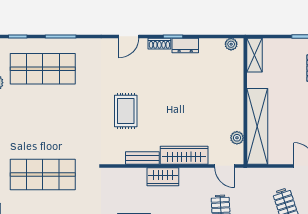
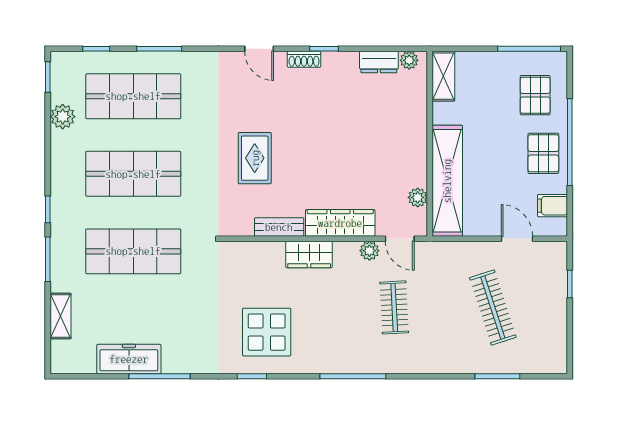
door: (129, 36) -> (259, 49), hinge flipped
dresser: (185, 45) -> (379, 62), moved
shop shelf: (43, 122) -> (133, 174), added
plant: (204, 174) -> (369, 251), added

